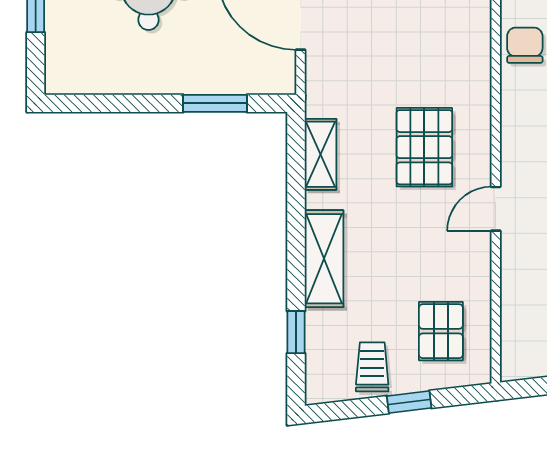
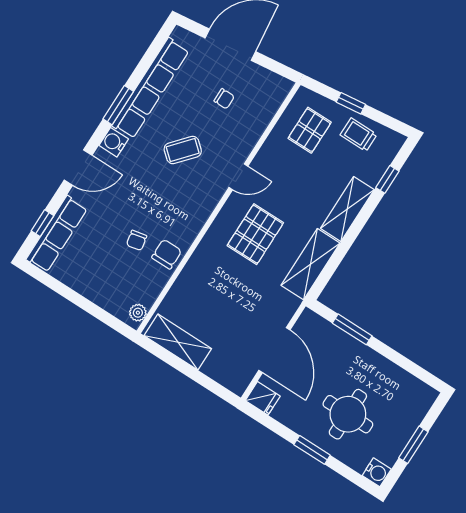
chair: (525, 45) -> (167, 254), turned 180
shelving: (320, 154) -> (310, 264), width x1.50, depth x1.33
trolley: (372, 367) -> (359, 135), turned 90

